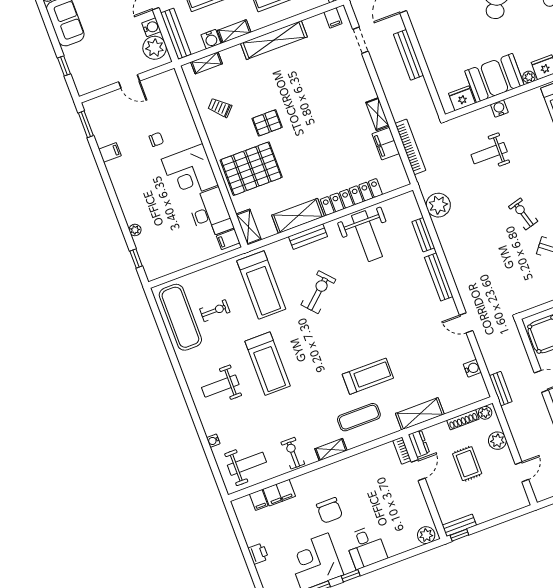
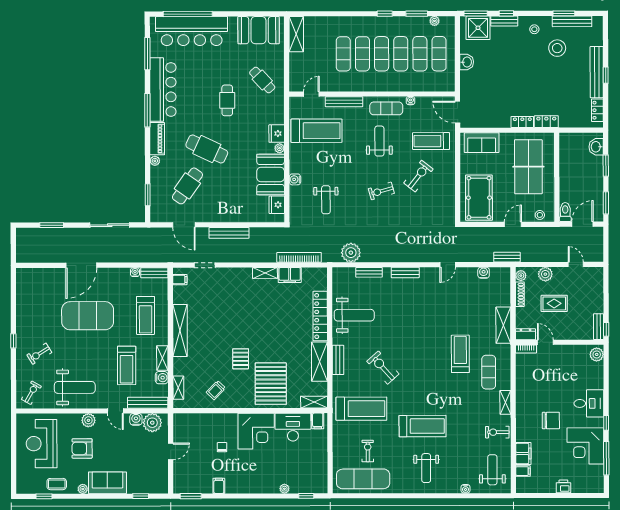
bench: (439, 277) -> (405, 273), width x0.73

